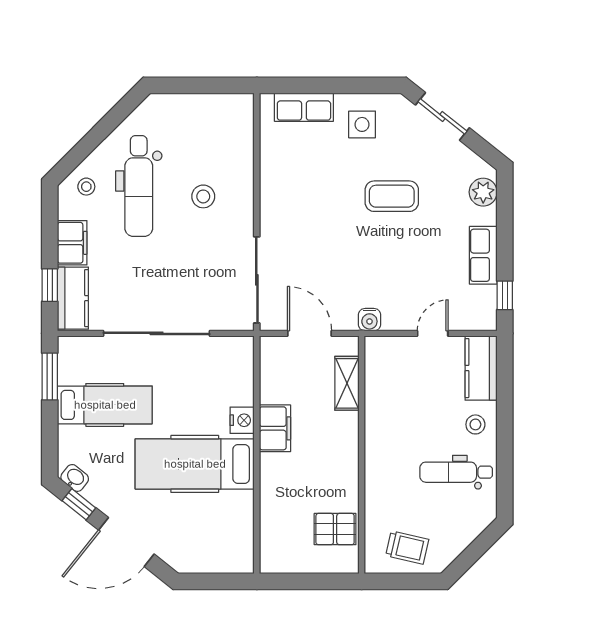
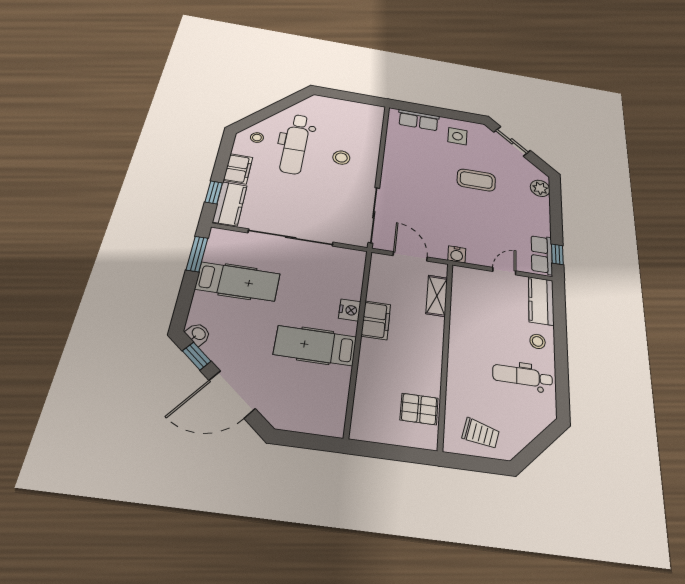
row of seats: (483, 255) -> (542, 254), moved
hospital bed: (195, 464) -> (315, 346), width x0.73, depth x0.78

